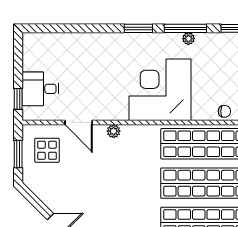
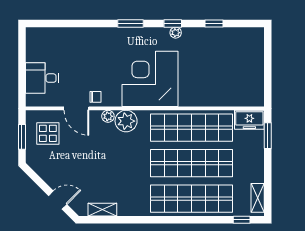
window: (185, 28) -> (173, 23), width x0.46
window: (18, 99) -> (22, 87), removed
chair: (224, 111) -> (95, 97), moved
plant: (134, 137) -> (126, 121), added

